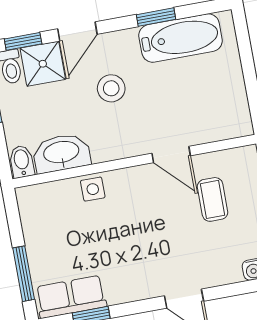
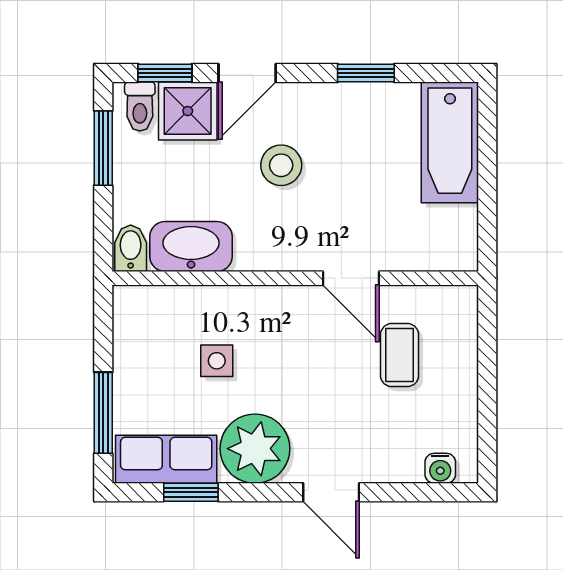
bathtub: (181, 38) -> (450, 142), moved, turned 90
side table: (93, 189) -> (217, 361), moved
plant: (128, 279) -> (255, 449), added

